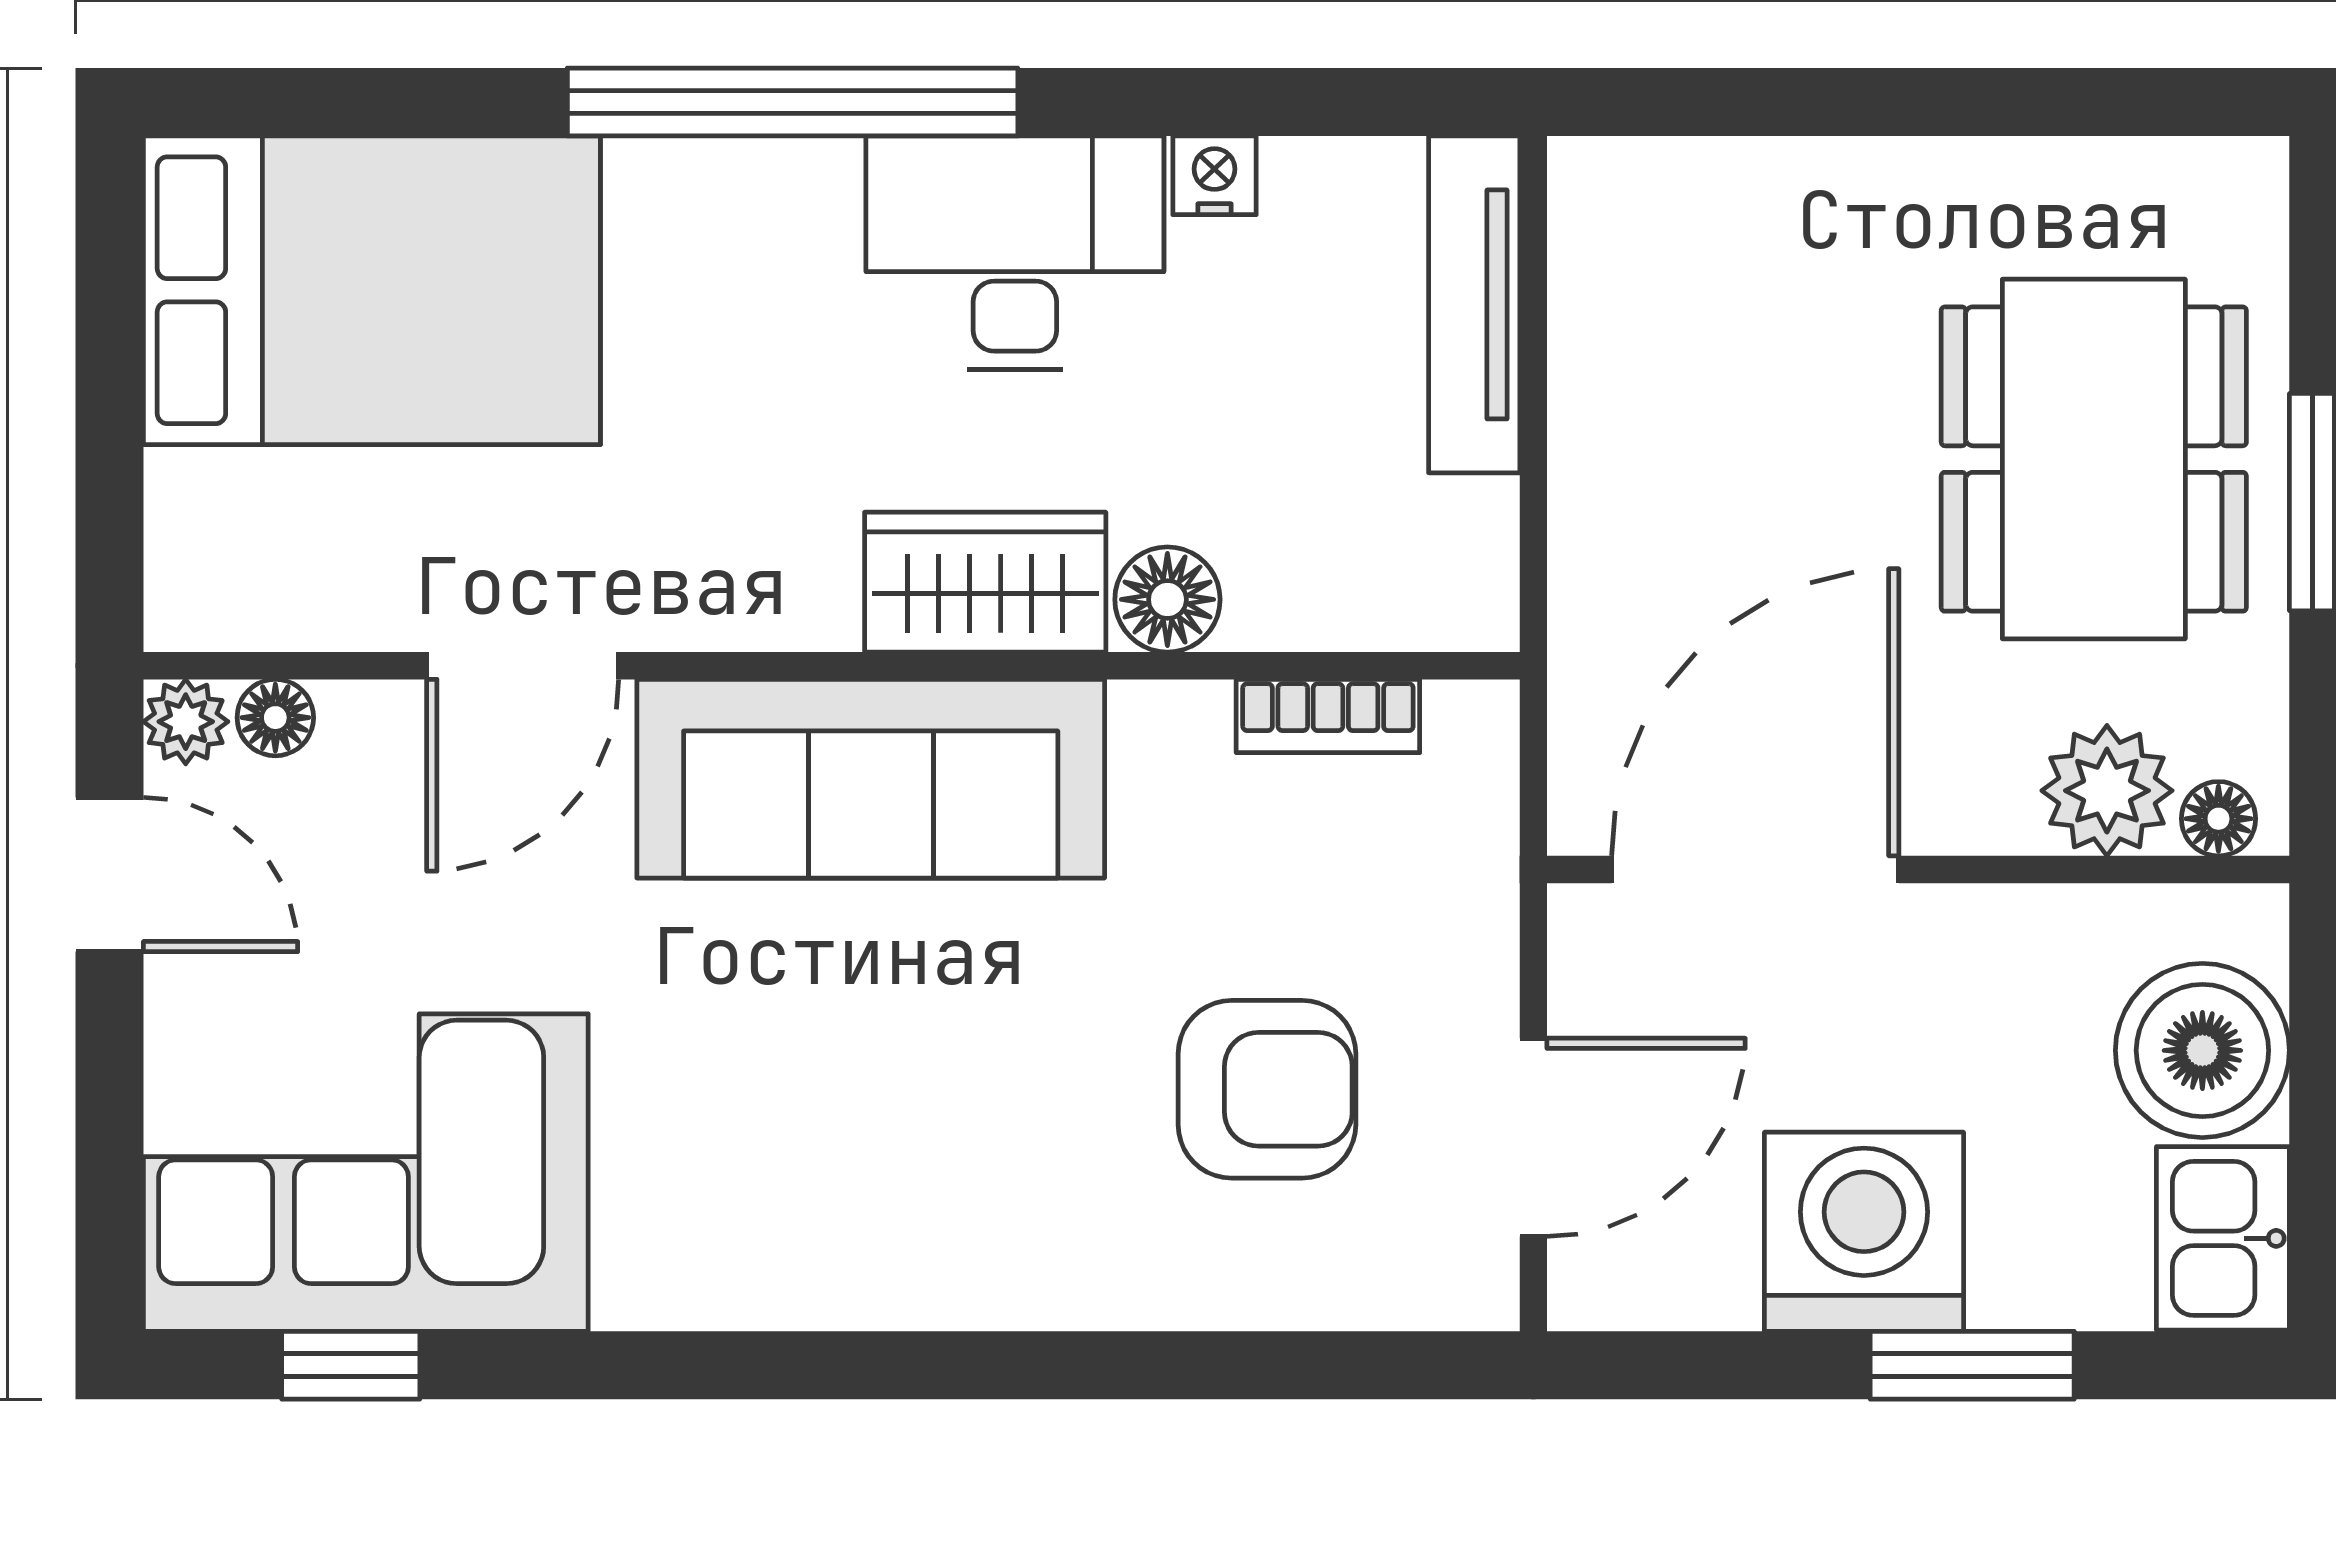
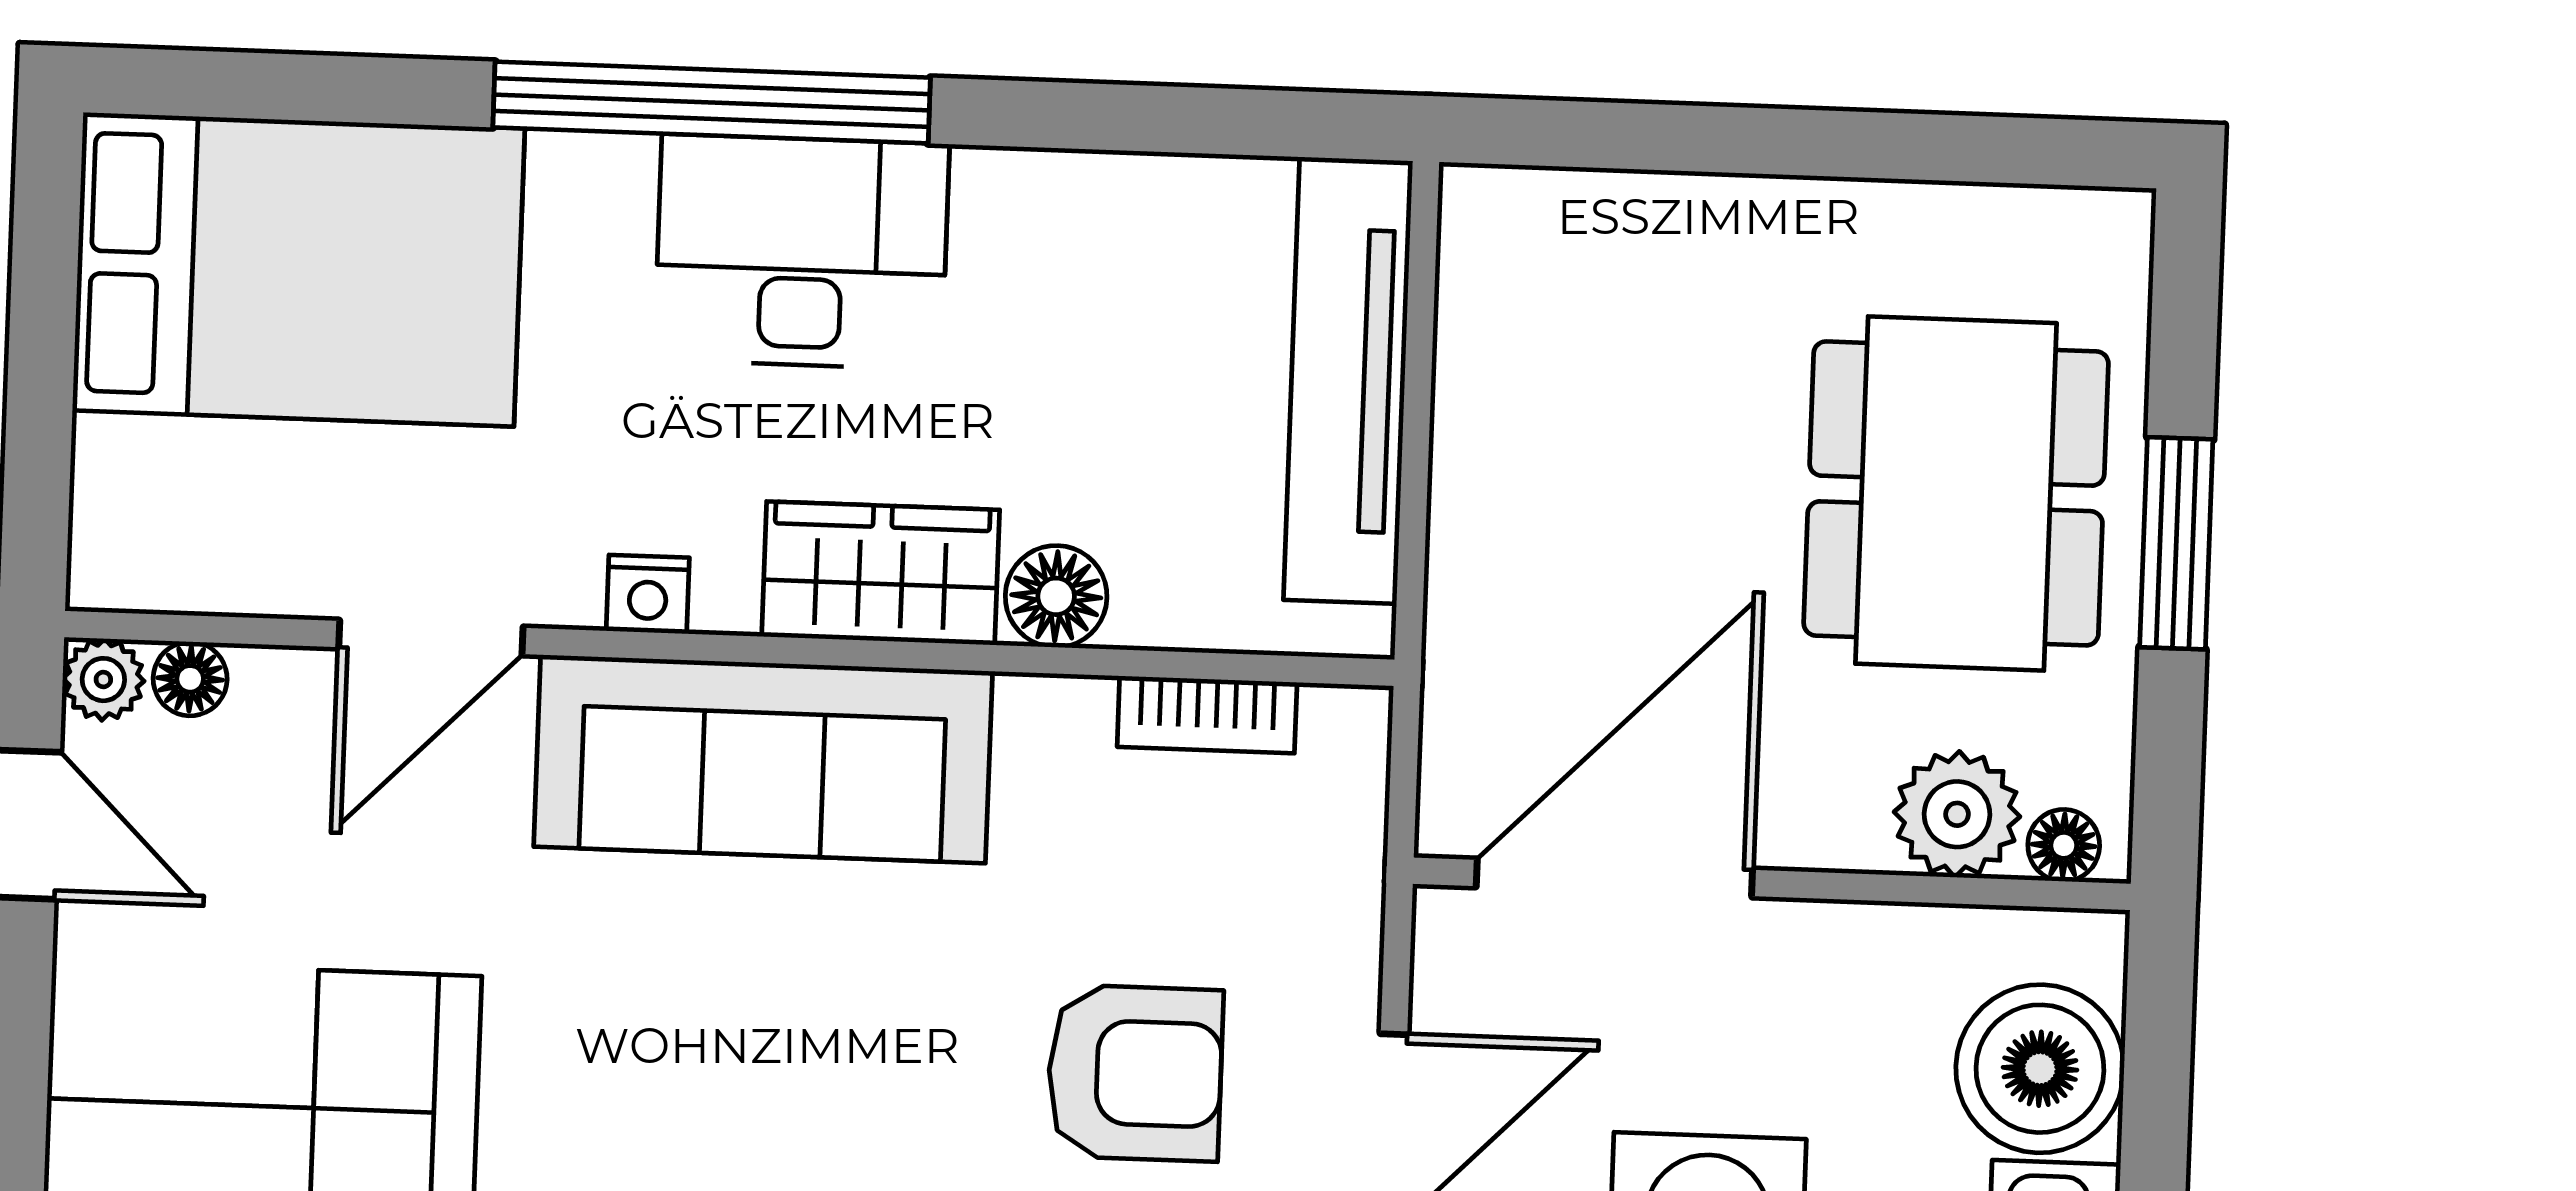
nightstand: (1214, 175) -> (648, 594), moved, turned 180
desk: (1015, 253) -> (802, 252), moved
tv unit: (1474, 304) -> (1348, 380), width x1.36, depth x1.29

